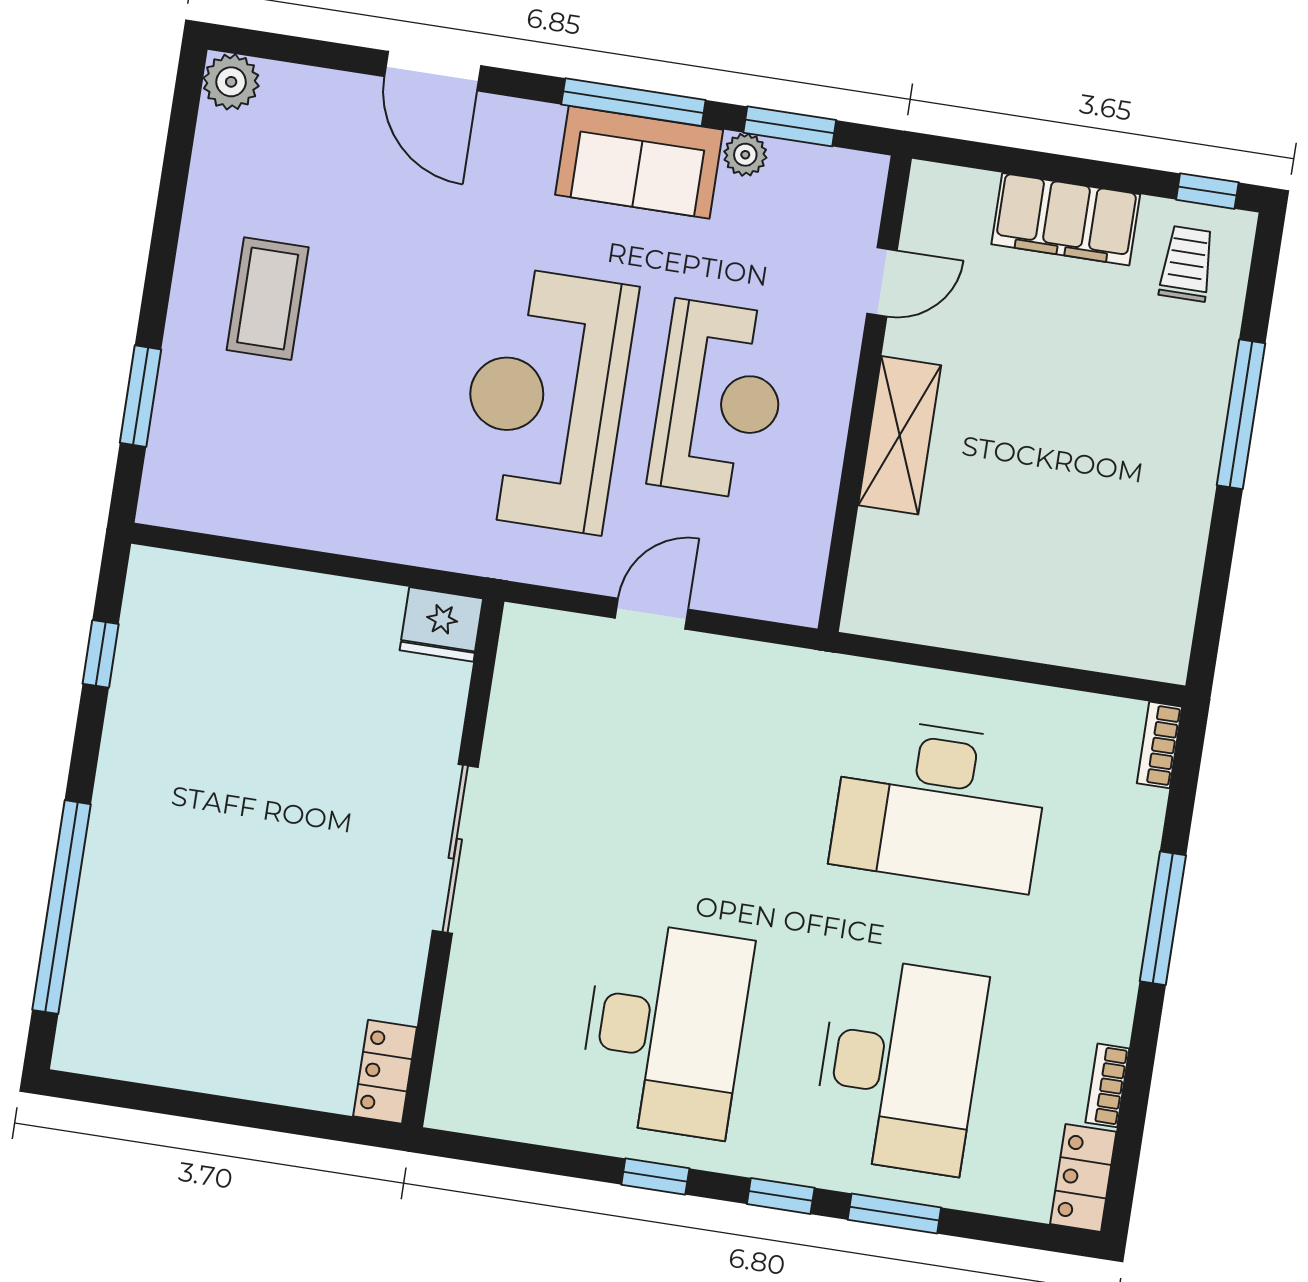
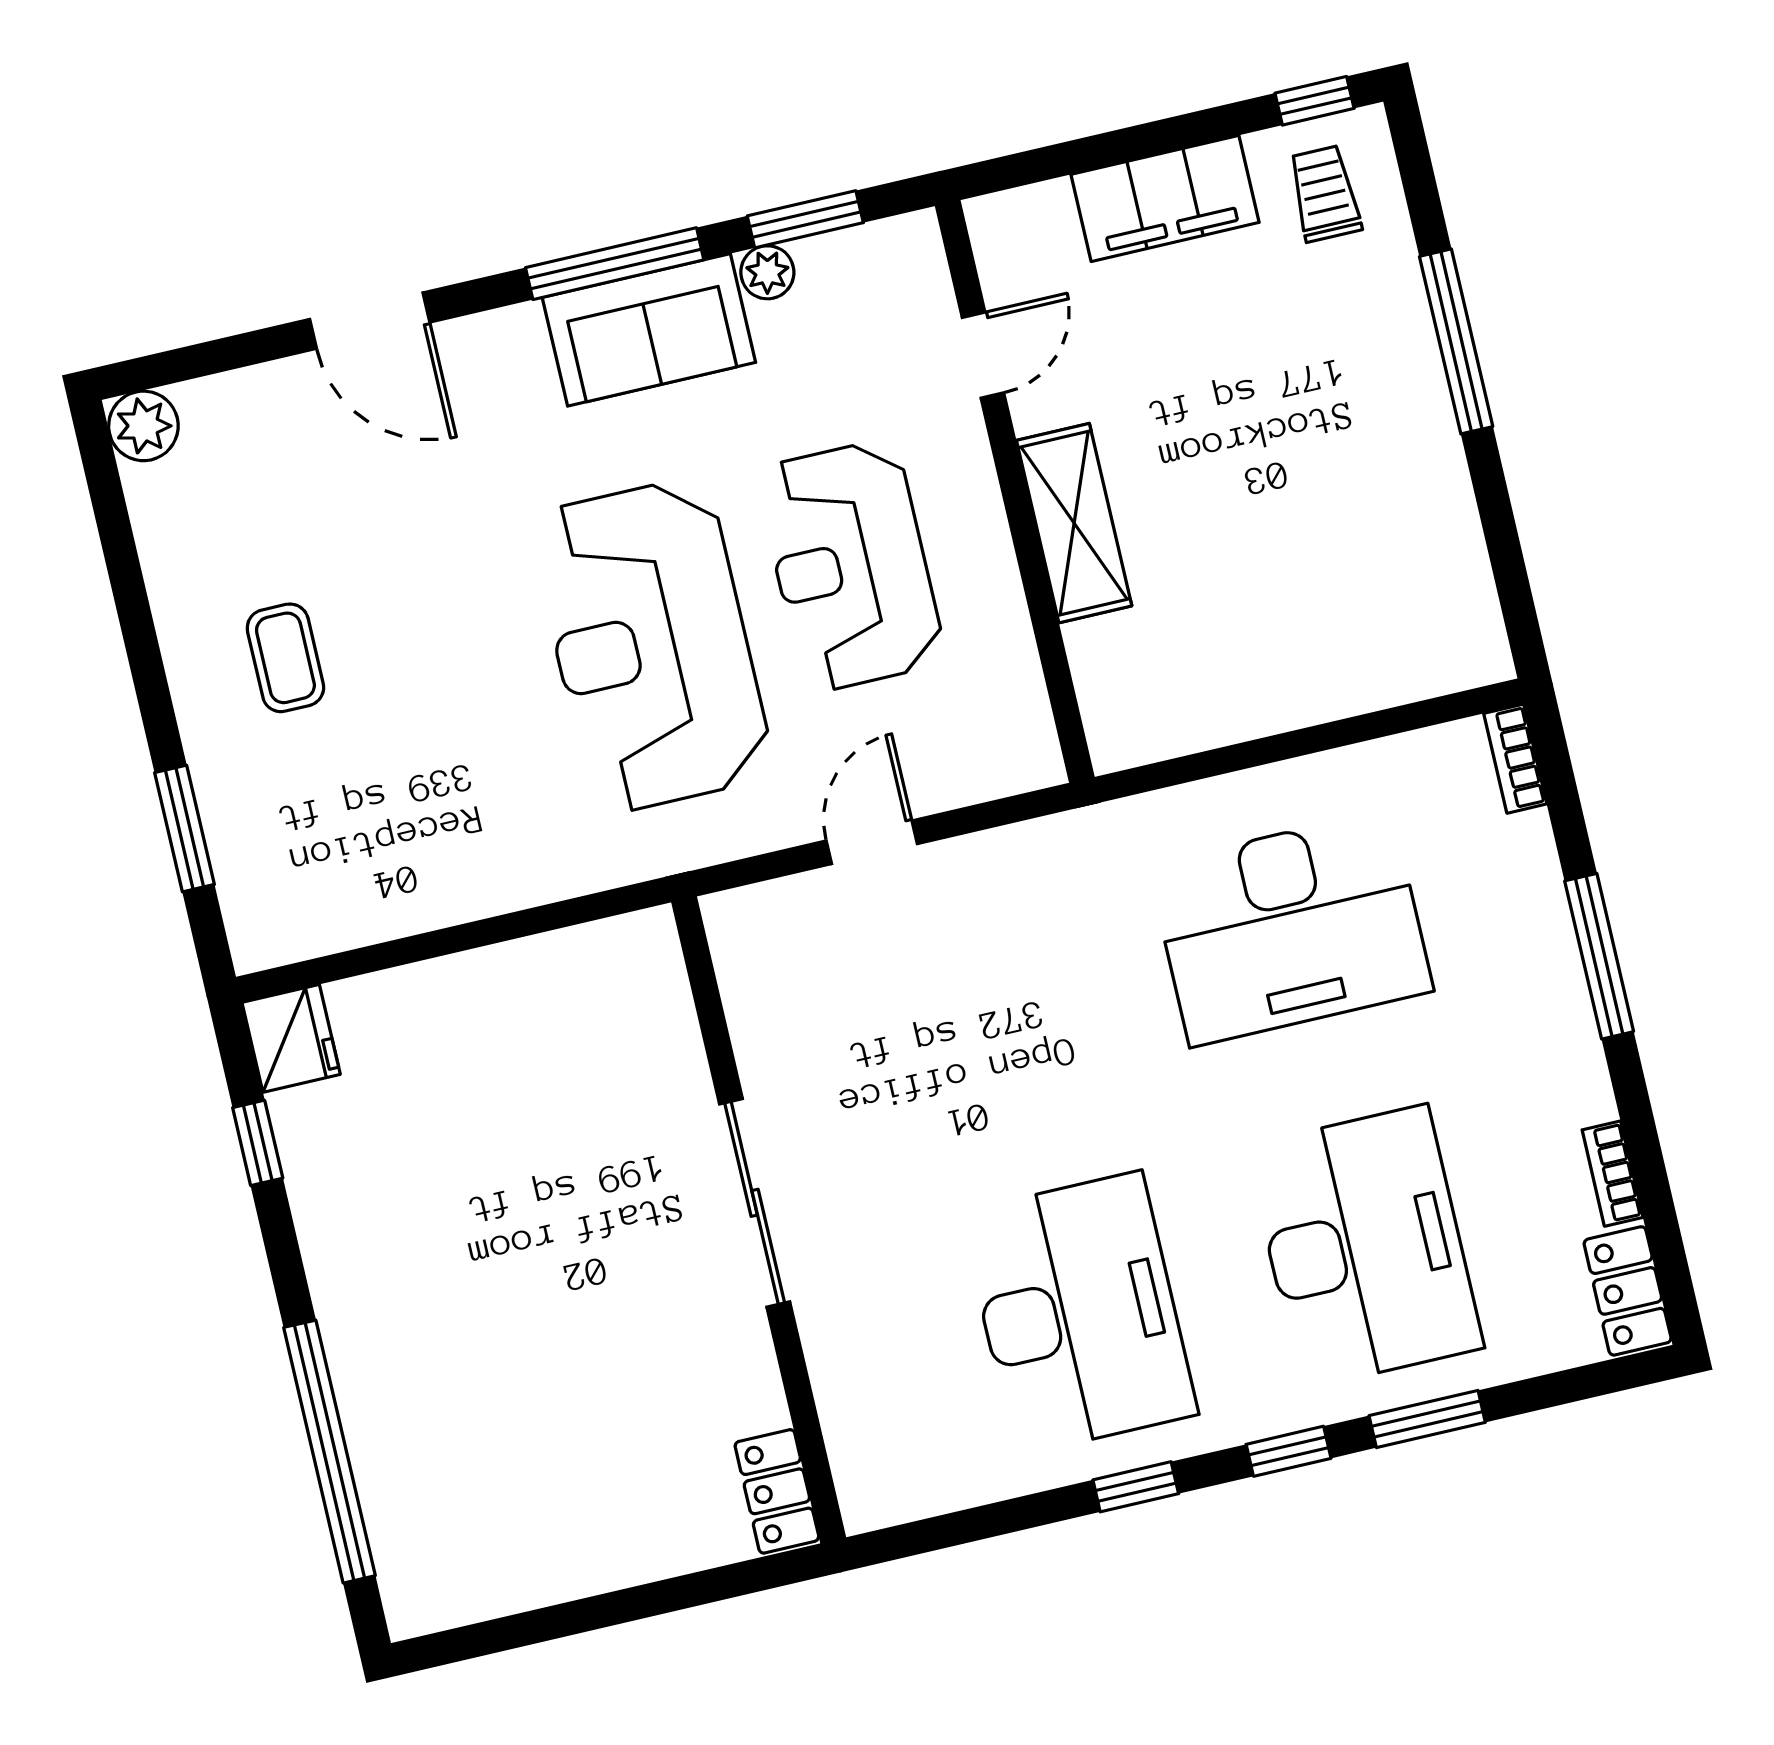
coffee table: (268, 299) -> (285, 658), width x0.73, depth x0.77
reception desk: (719, 400) -> (851, 566), turned 180
fridge: (441, 624) -> (291, 1038), moved, turned -90

